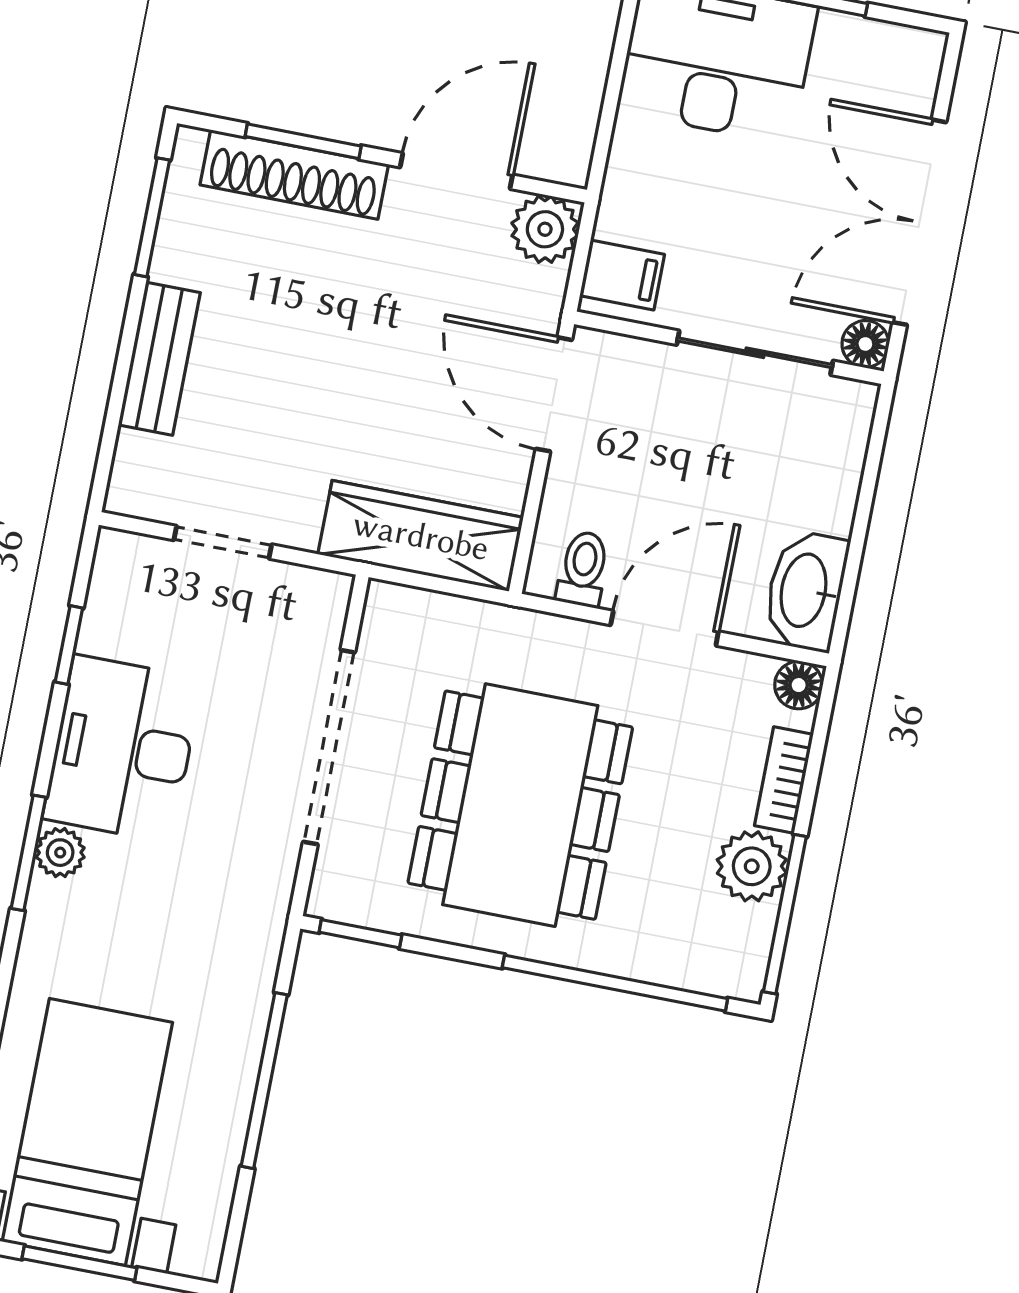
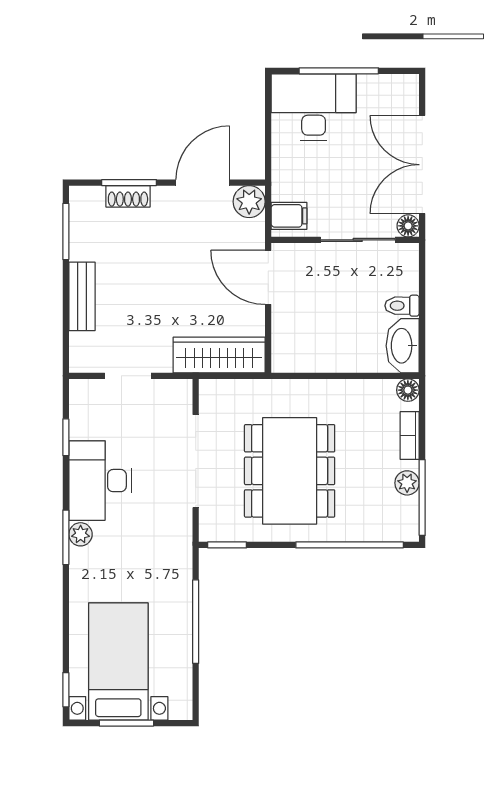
shoe rack: (294, 175) -> (128, 196), width x0.51, depth x0.81
toilet: (583, 569) -> (402, 306), moved, turned -90
door: (665, 628) -> (341, 376), removed
plant: (752, 866) -> (407, 483), width x0.73, depth x0.73

